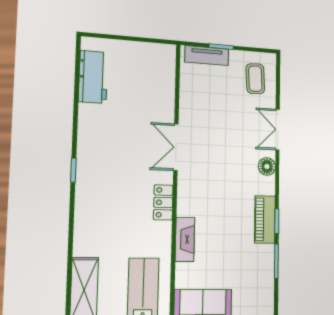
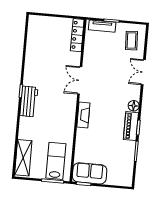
workbench: (93, 77) -> (29, 101), moved
floor lamp: (267, 166) -> (134, 106), moved
locker: (163, 202) -> (77, 35), moved, width x1.53
fireplace: (185, 239) -> (83, 115), moved

